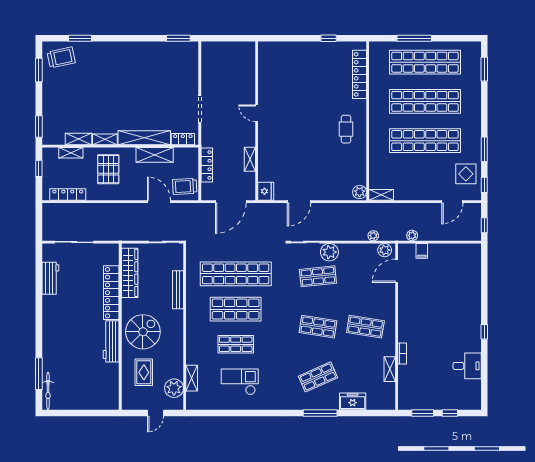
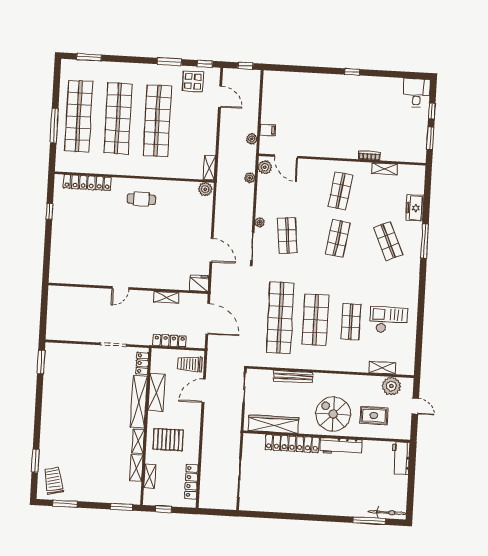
trolley: (185, 186) -> (190, 364), turned 93
plant: (329, 252) -> (260, 222), width x0.53, depth x0.53
workbench: (50, 278) -> (401, 458), moved, turned -90
desk: (467, 366) -> (417, 93), moved
checkout: (240, 382) -> (389, 320), turned 90

